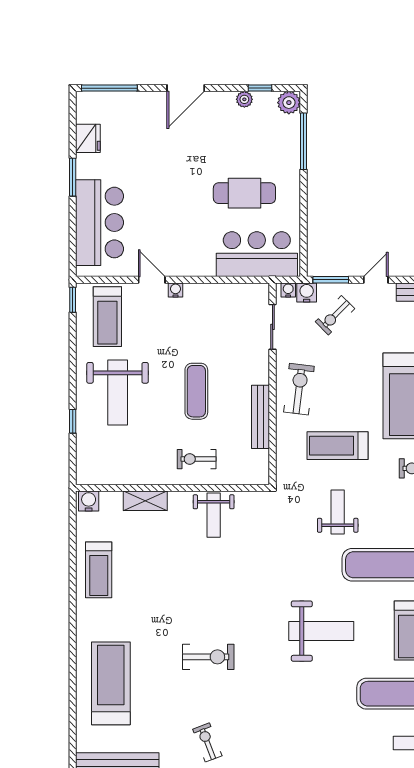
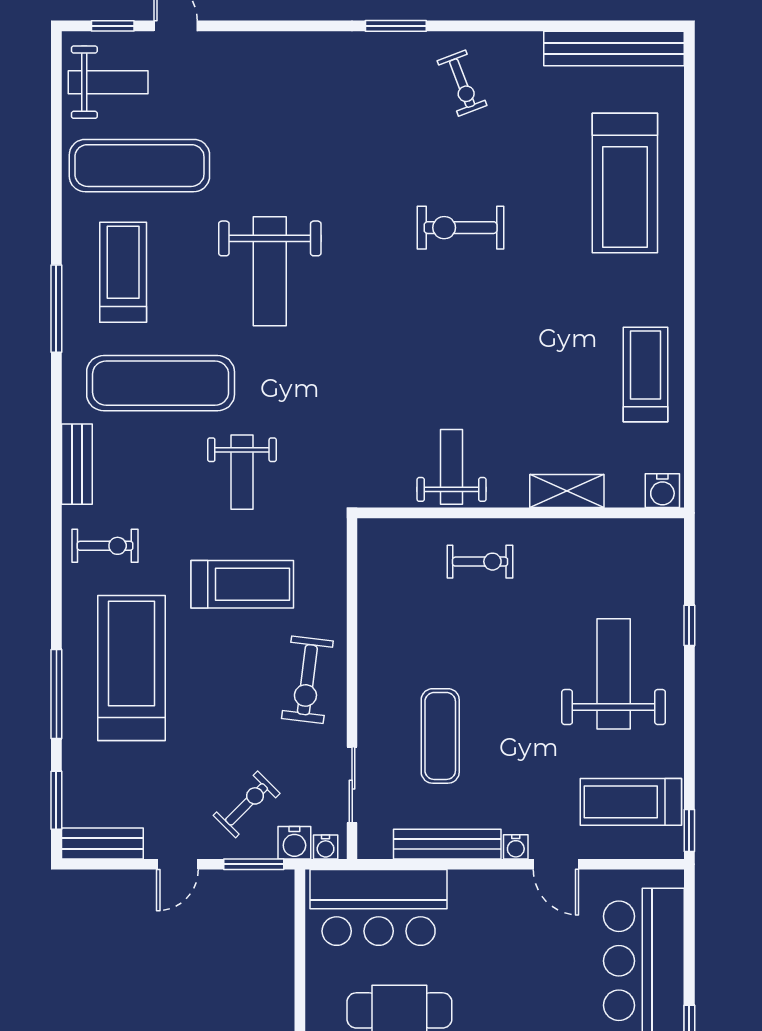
treadmill: (107, 317) -> (631, 802), turned -90
exercise mat: (196, 391) -> (440, 736), moved
bench: (261, 417) -> (447, 844), moved, turned 90
weight bench: (321, 631) -> (270, 271), turned -90

